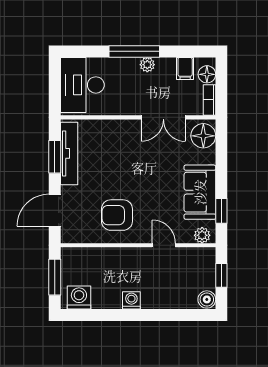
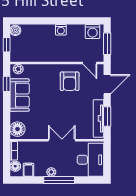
double door: (163, 117) -> (62, 140), moved
armchair: (117, 215) -> (70, 81), turned 90
door: (164, 245) -> (90, 63), moved

